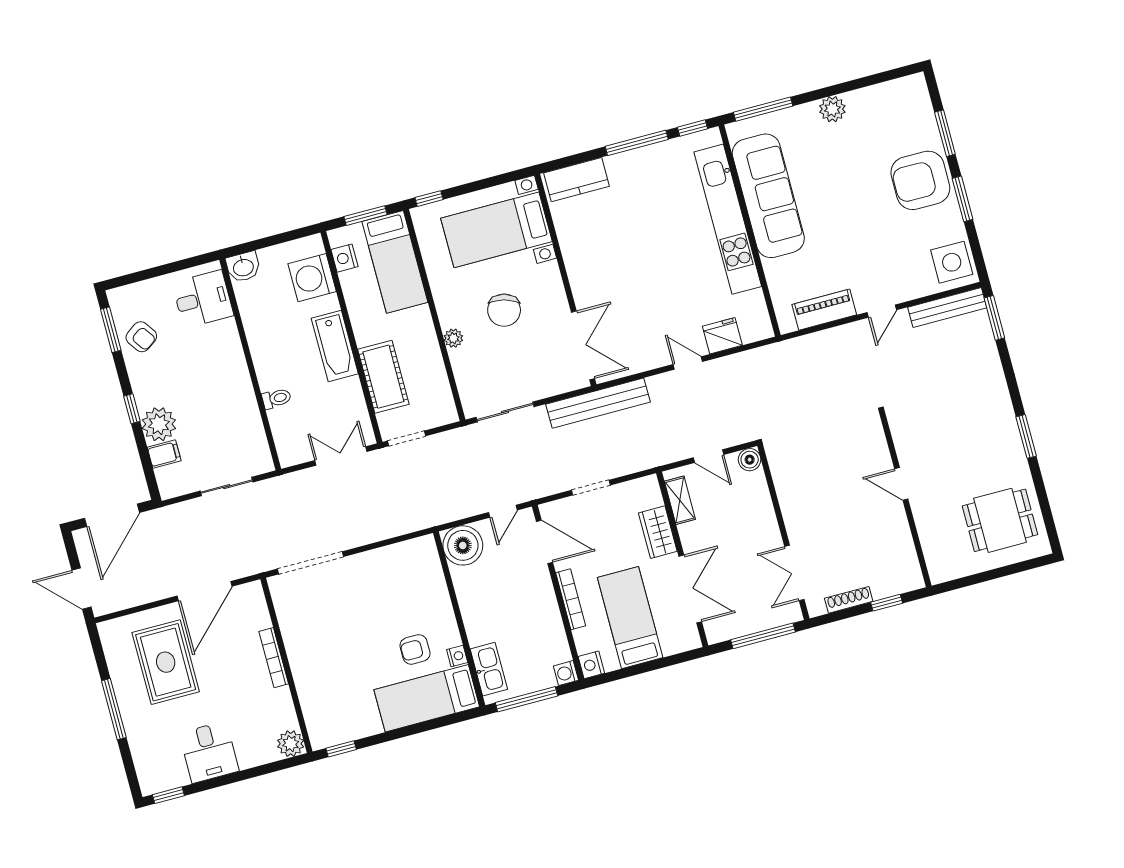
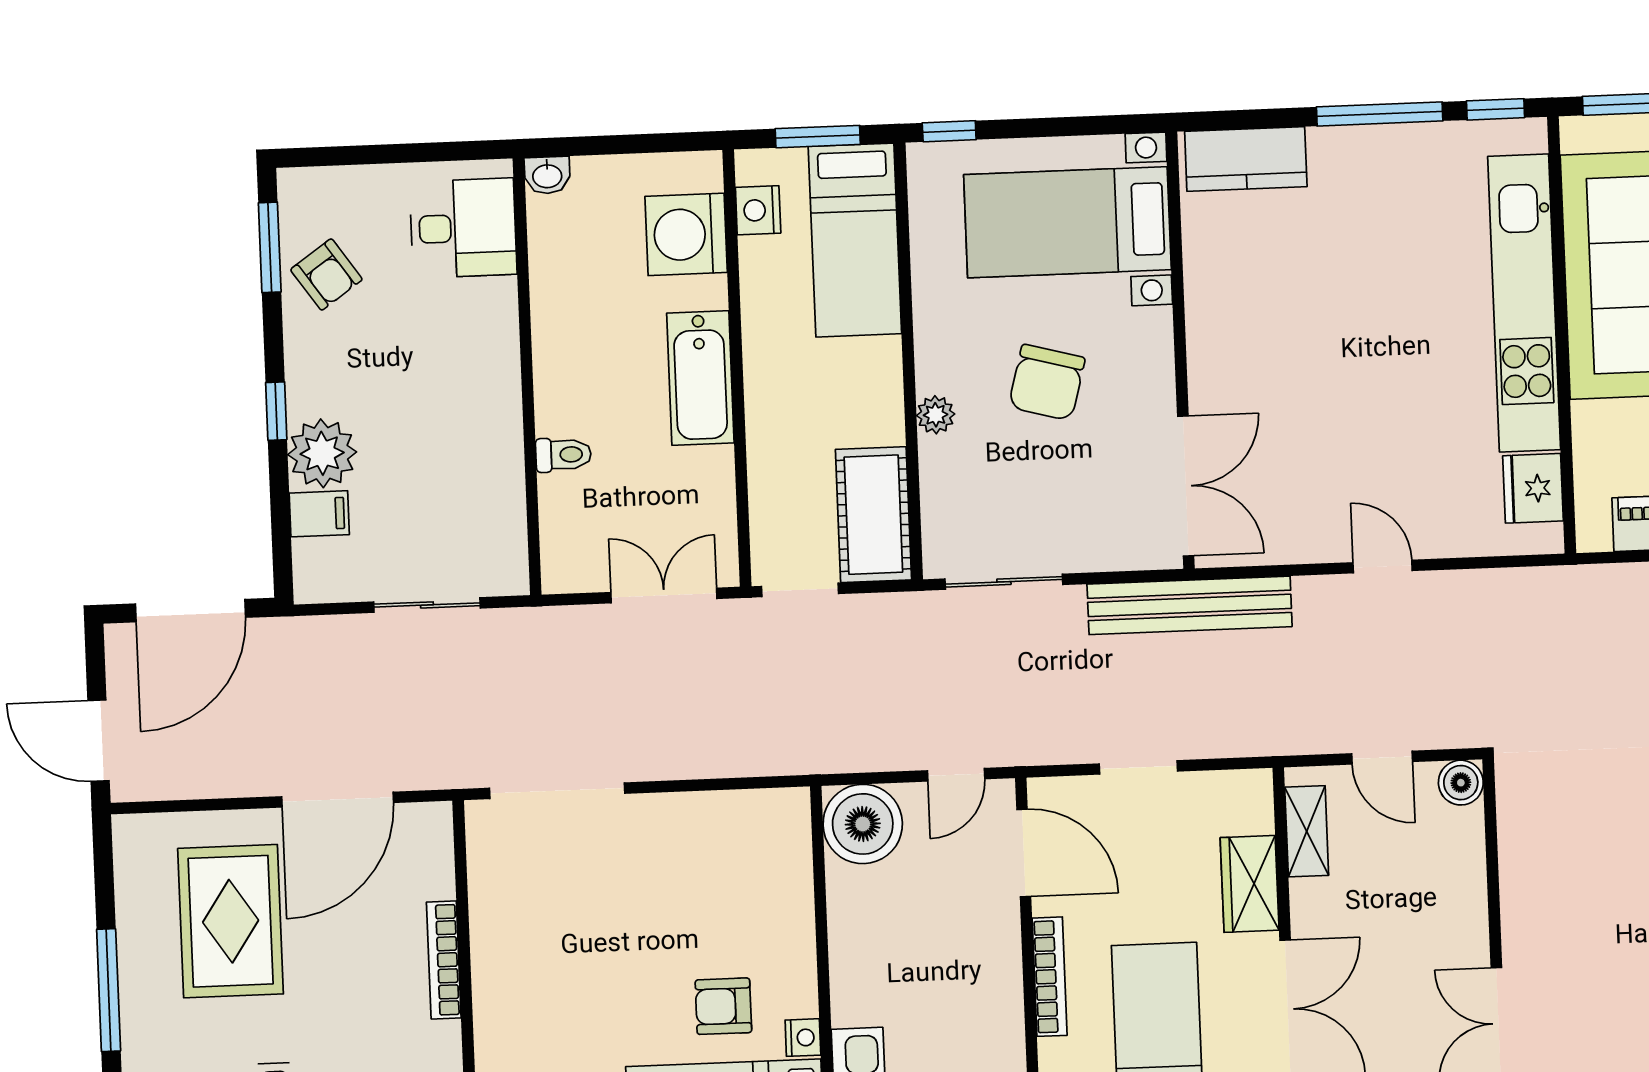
washbasin: (243, 267) -> (547, 175), width x0.72, depth x0.69
fridge: (722, 336) -> (1533, 488), moved, turned -90
cot: (383, 377) -> (873, 515), moved

